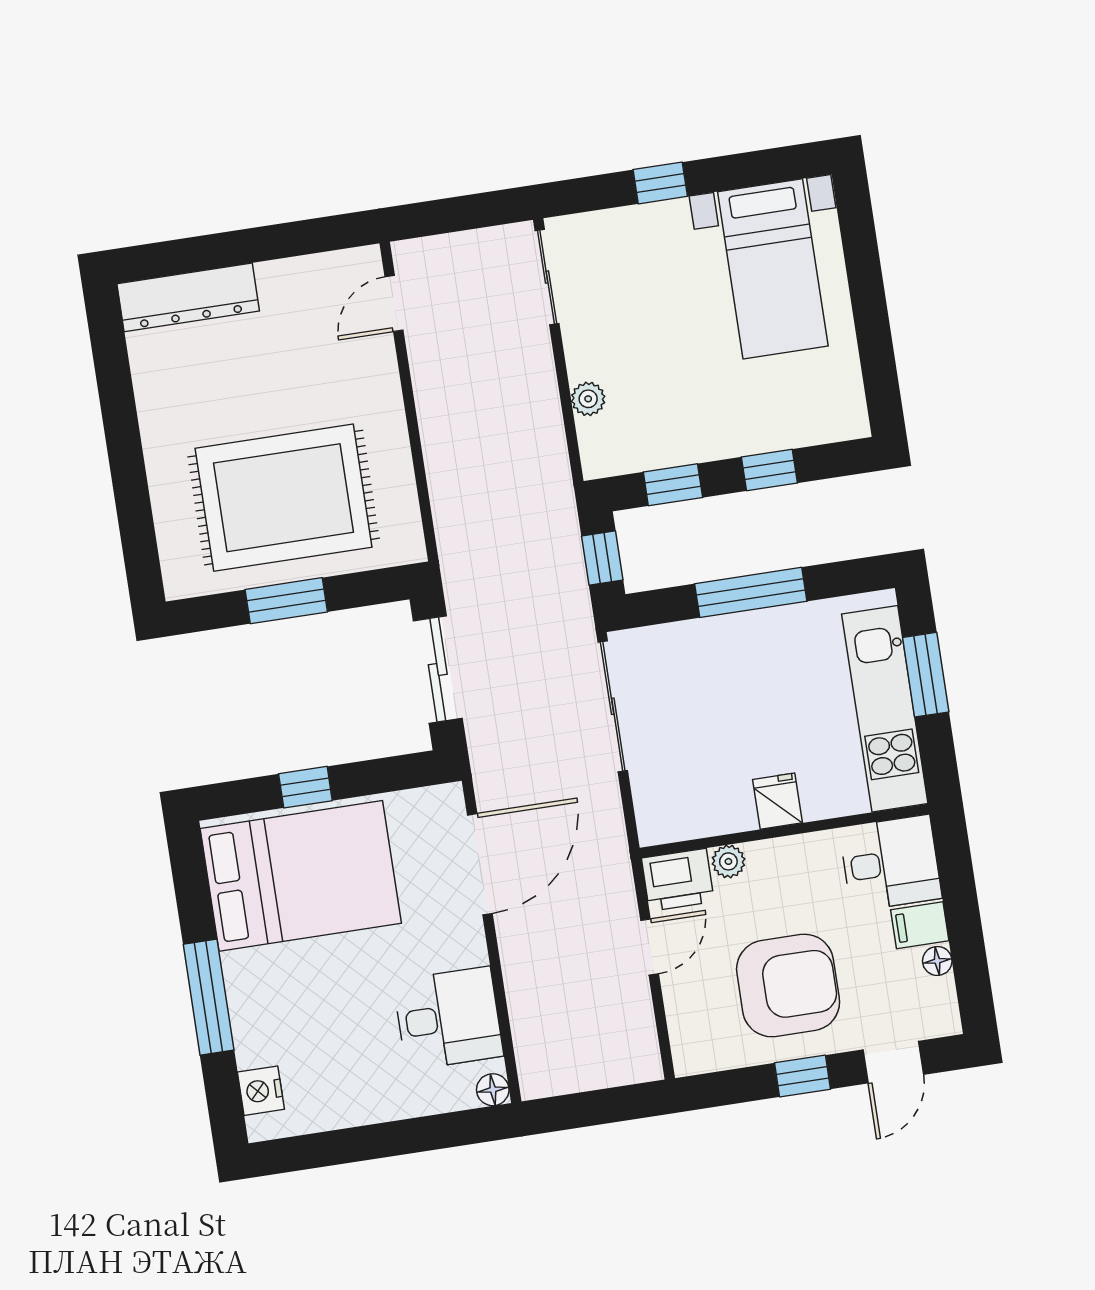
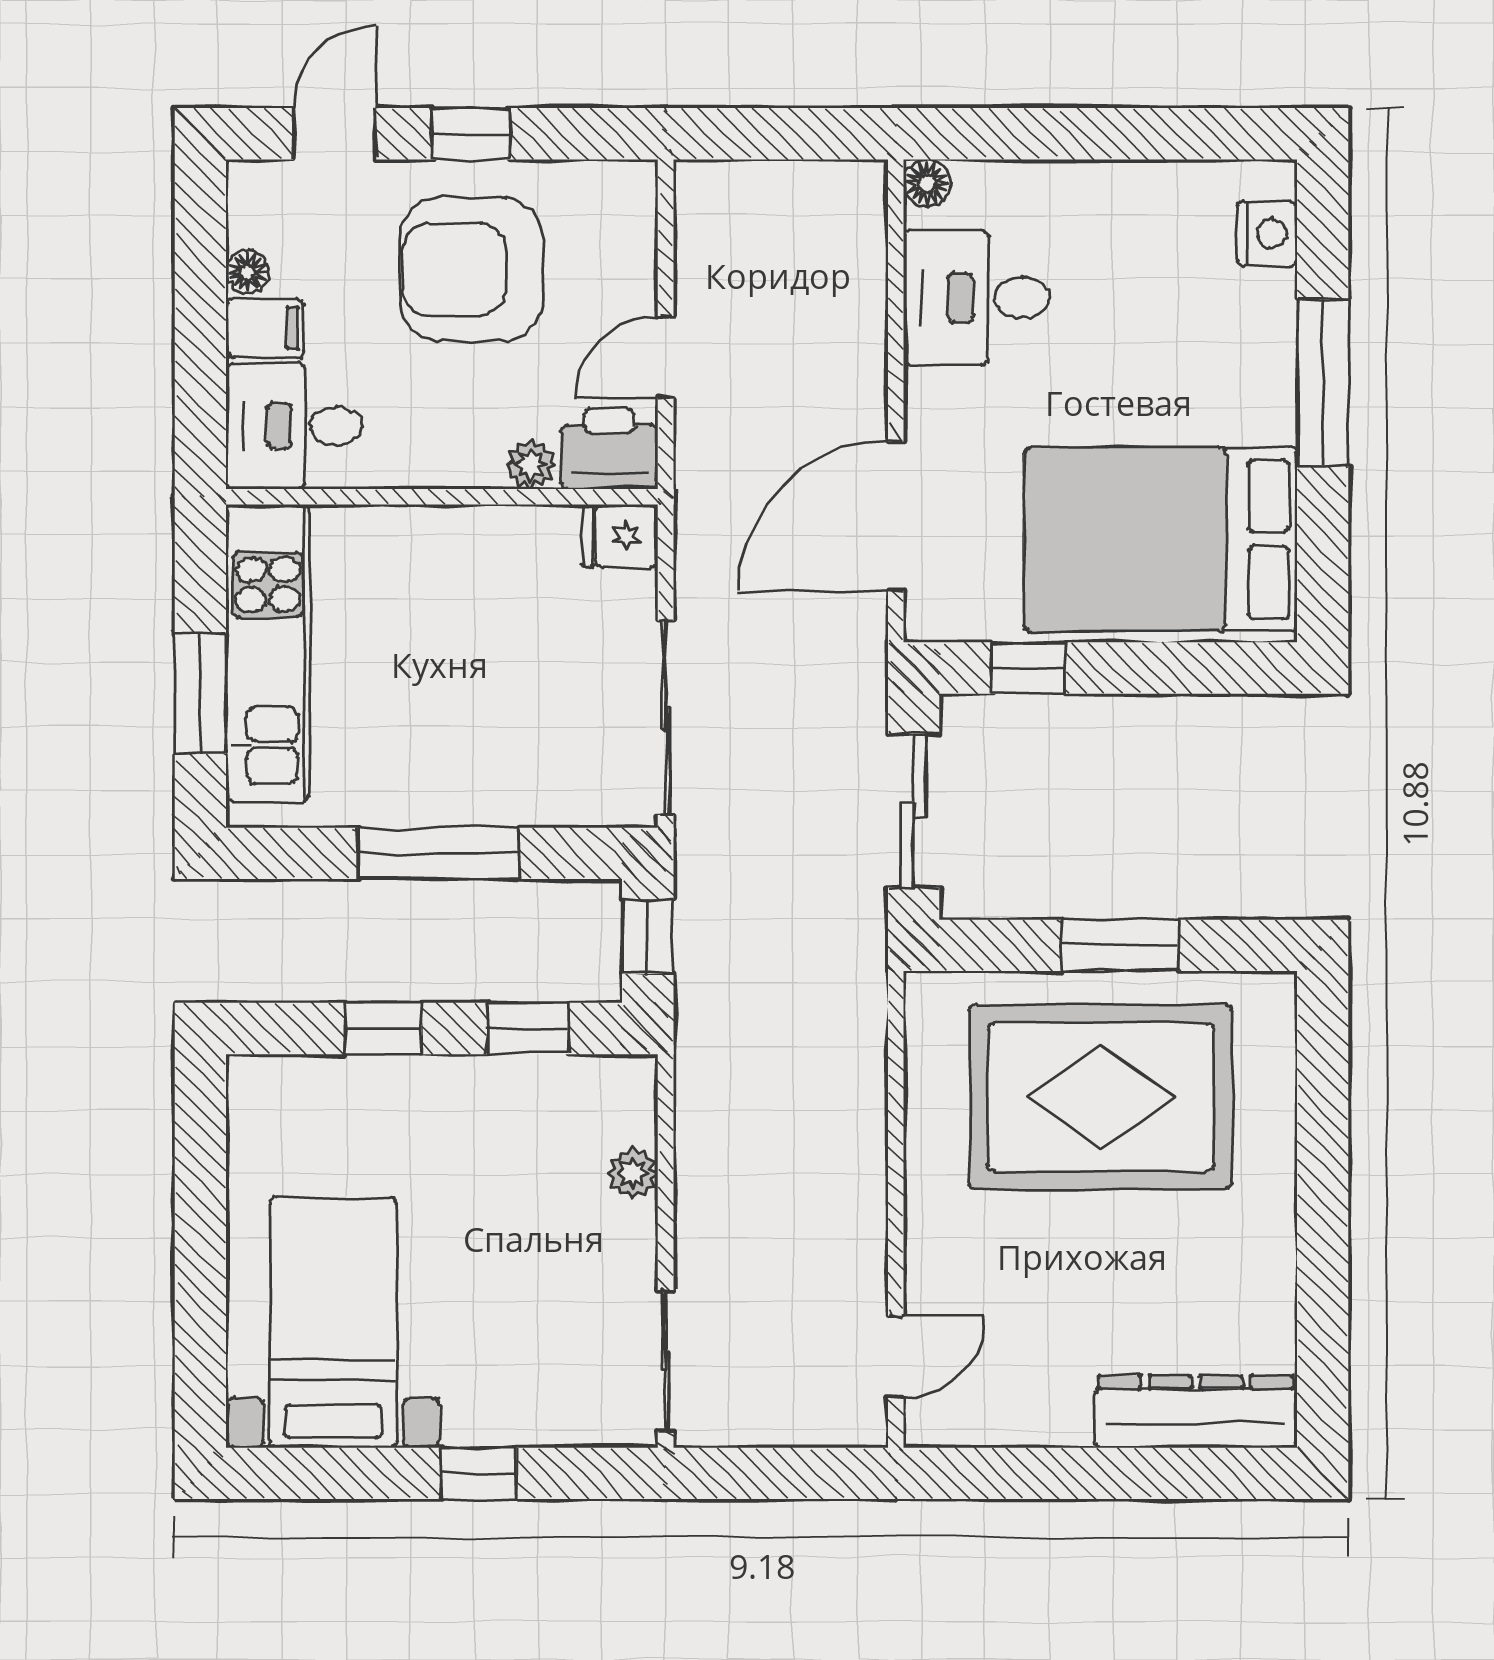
window: (305, 787) -> (1028, 668), moved
fridge: (777, 801) -> (620, 536), moved, turned 90

